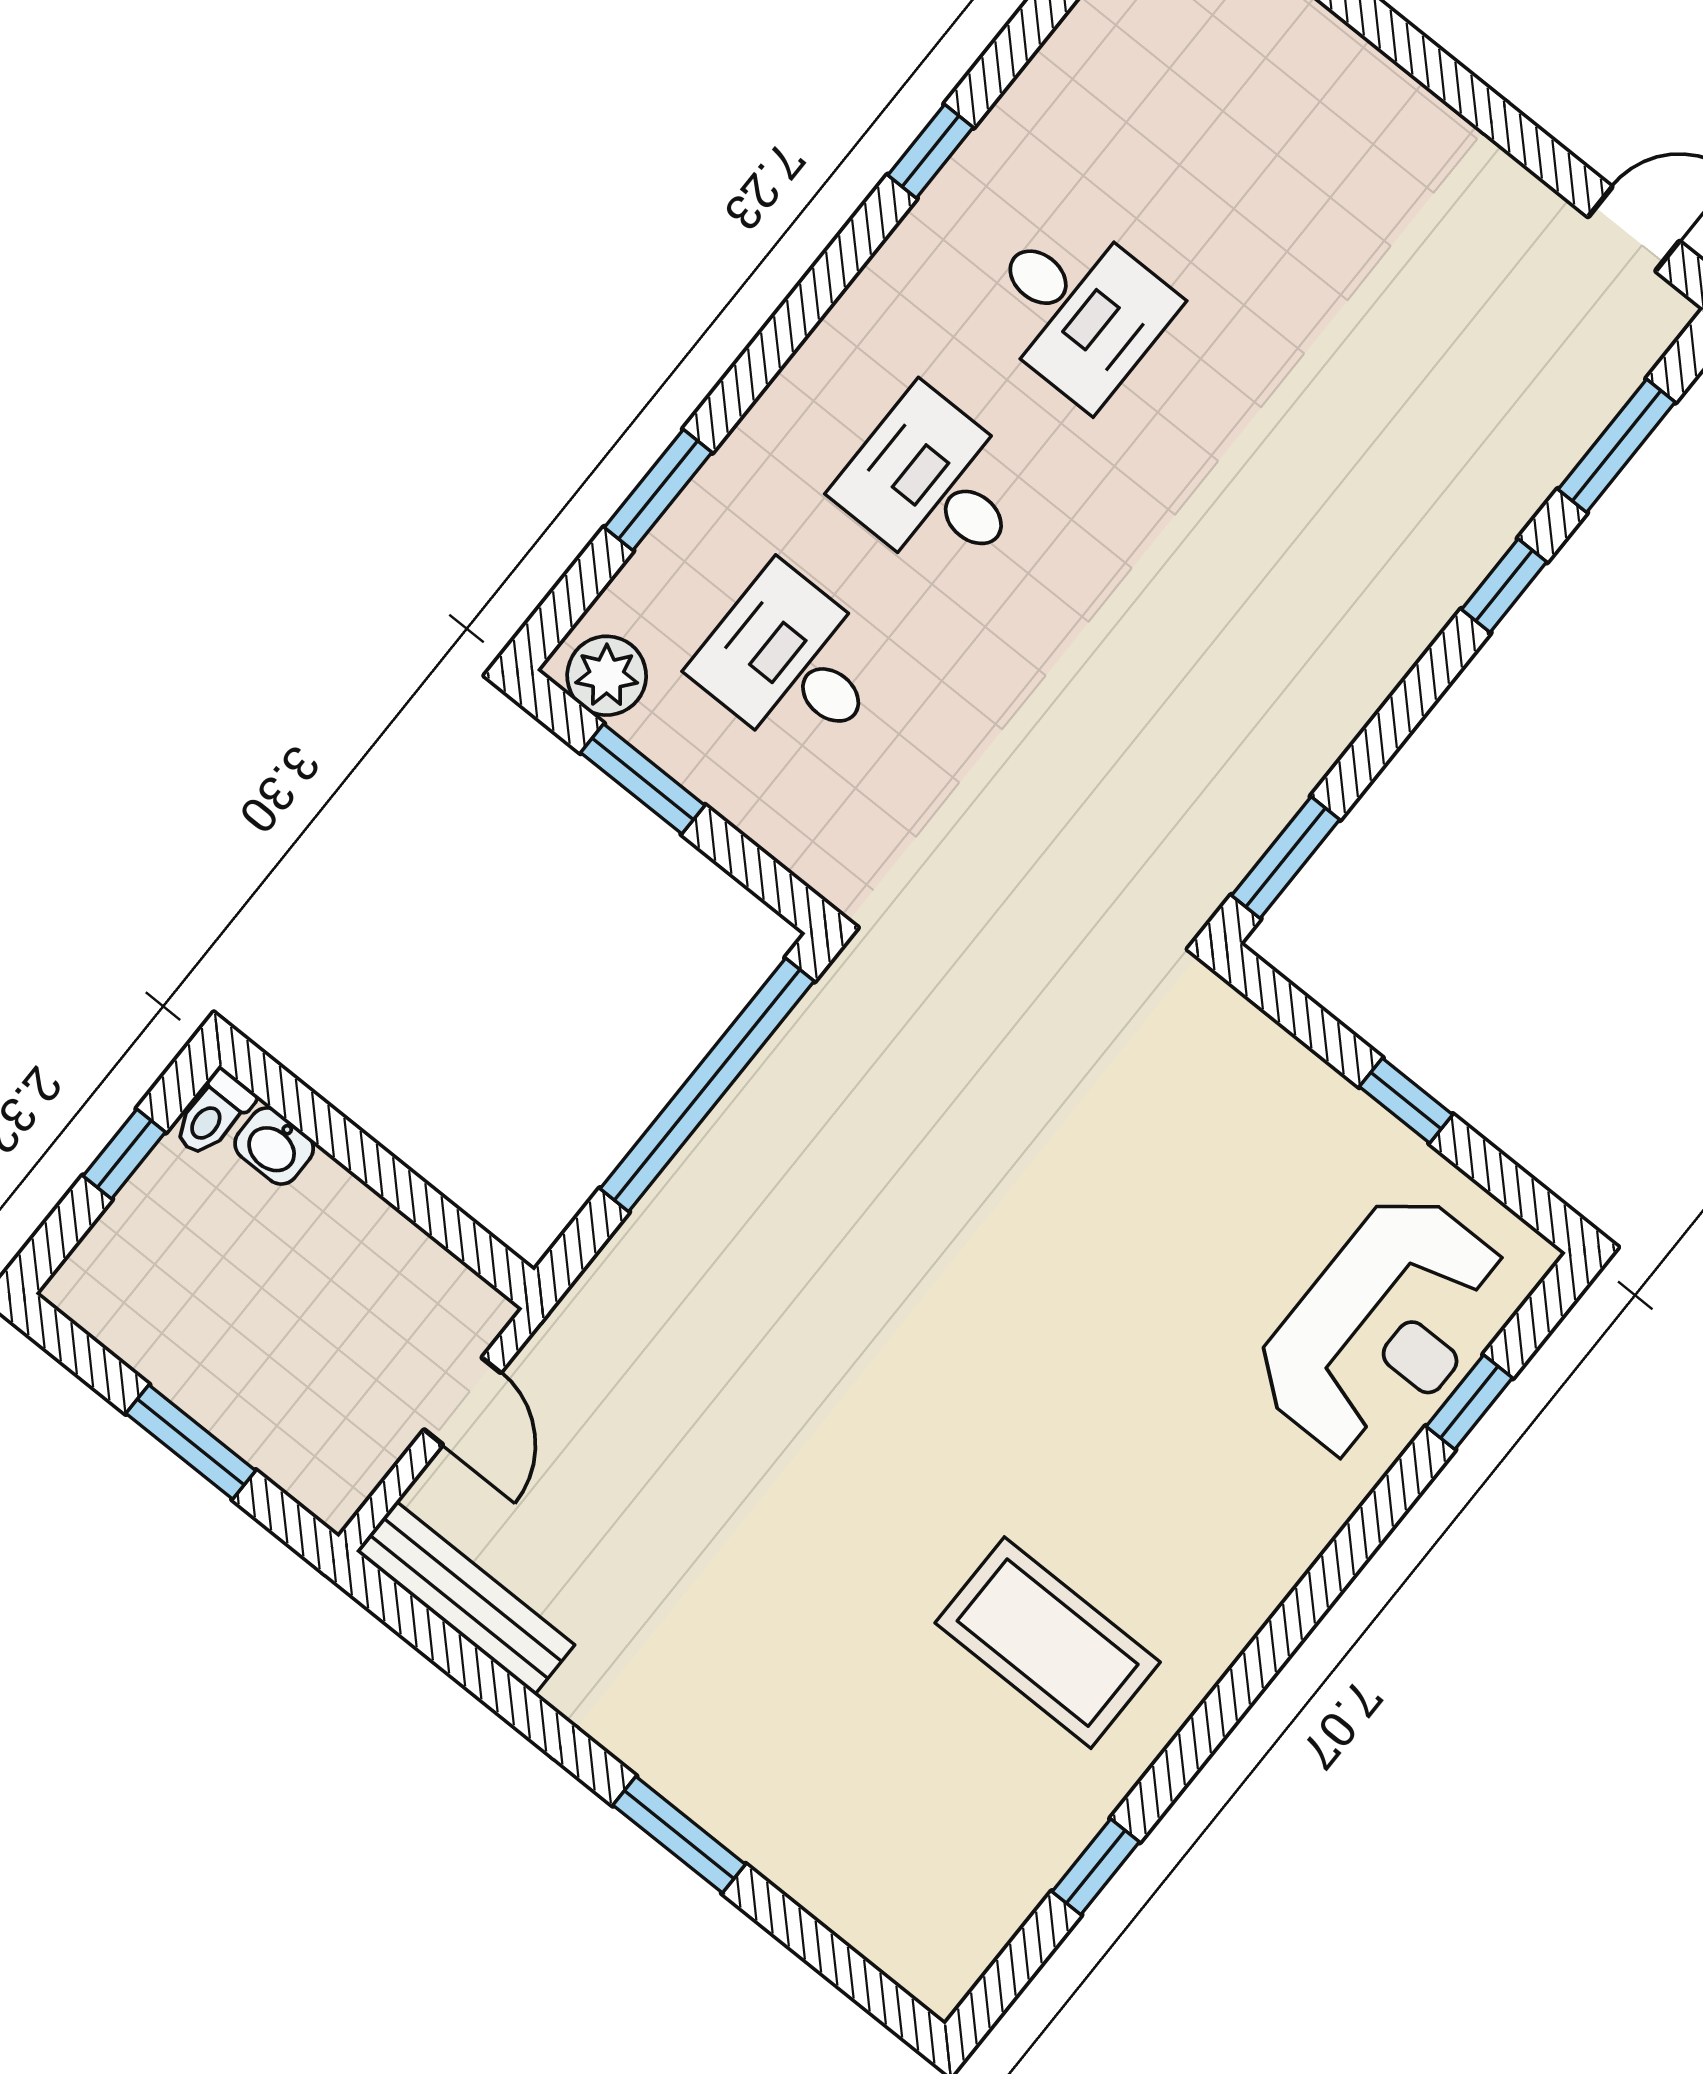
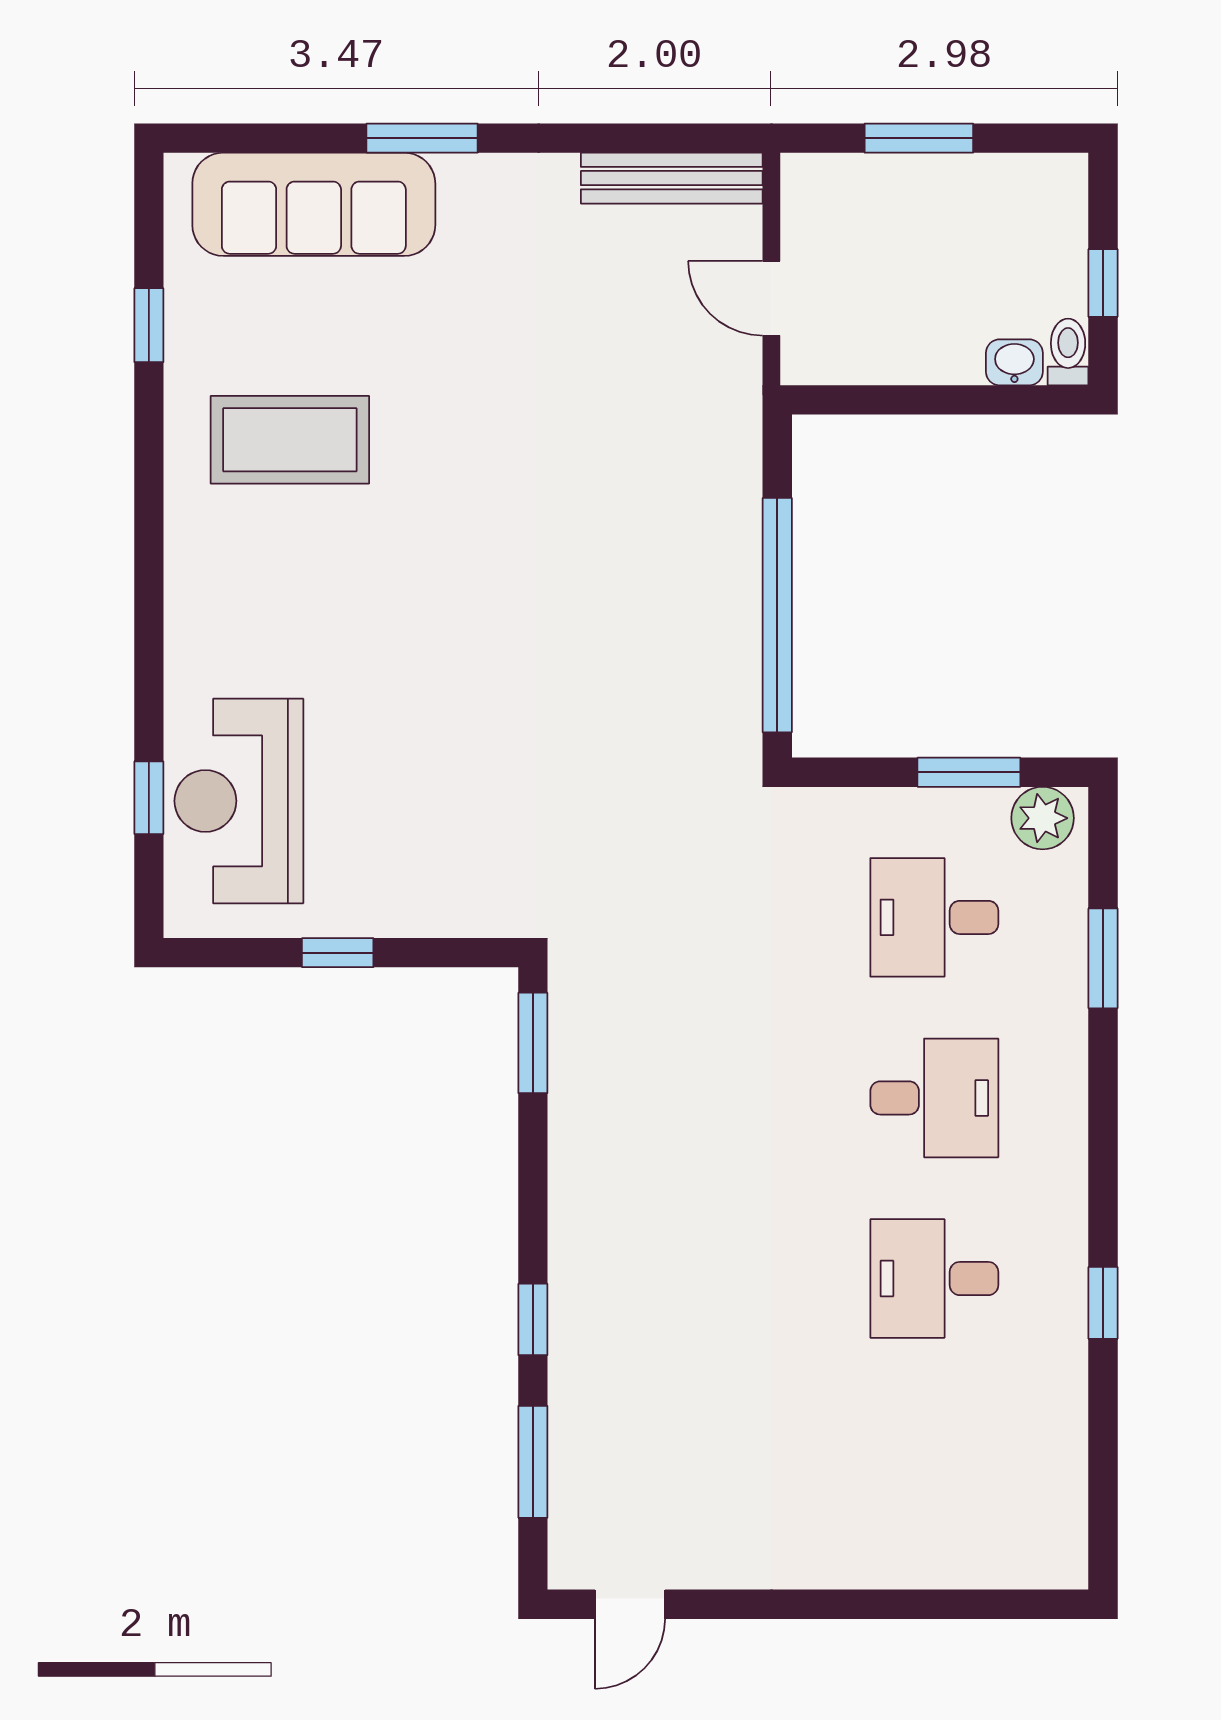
desk: (792, 664) -> (934, 917), turned 180
sofa: (838, 1855) -> (314, 204), added

